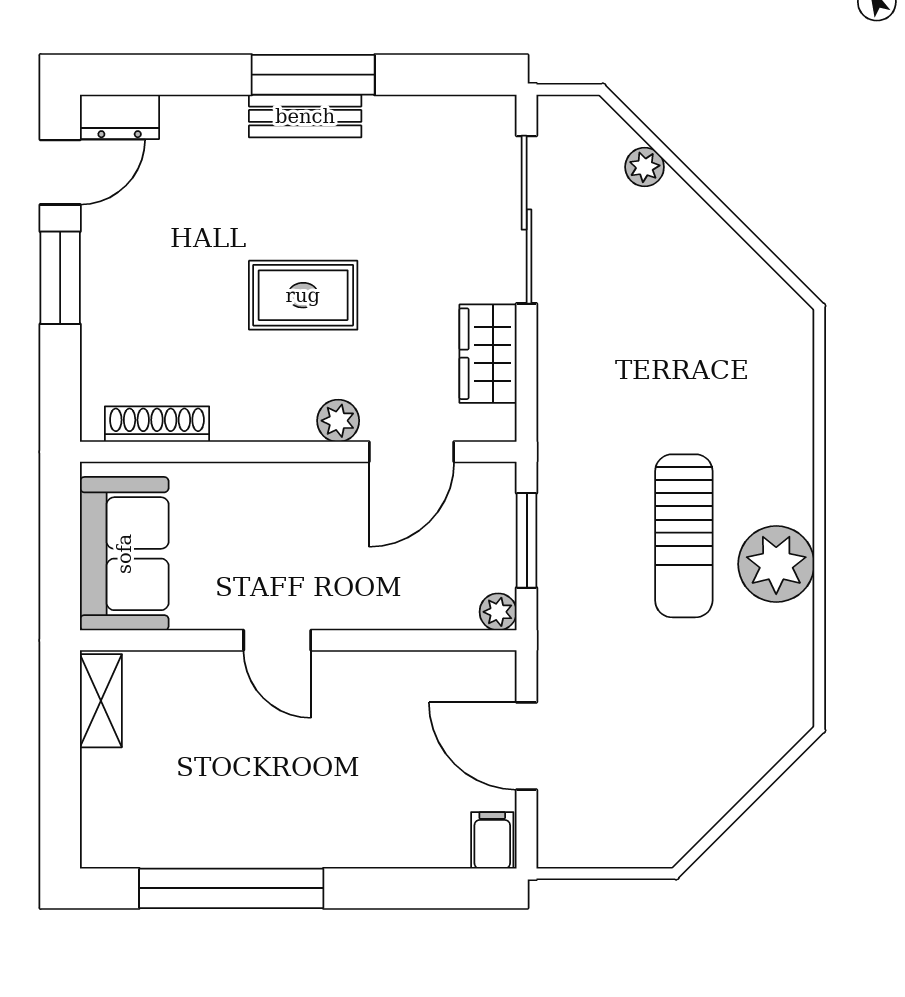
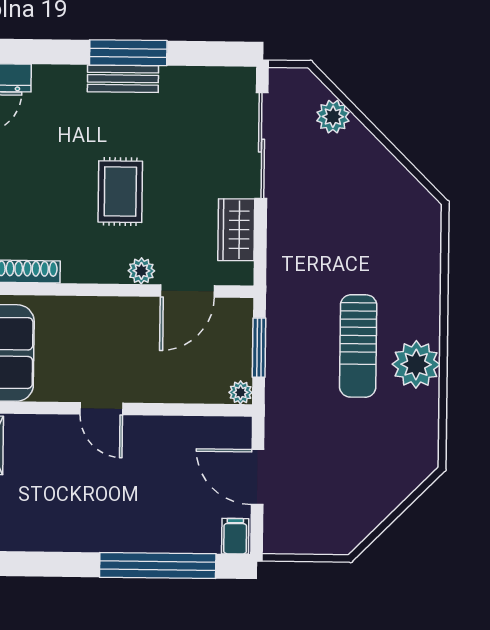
plant: (645, 167) -> (333, 117), width x1.38, depth x1.38
rug: (303, 295) -> (120, 192), turned 90
window: (231, 888) -> (158, 566), moved

